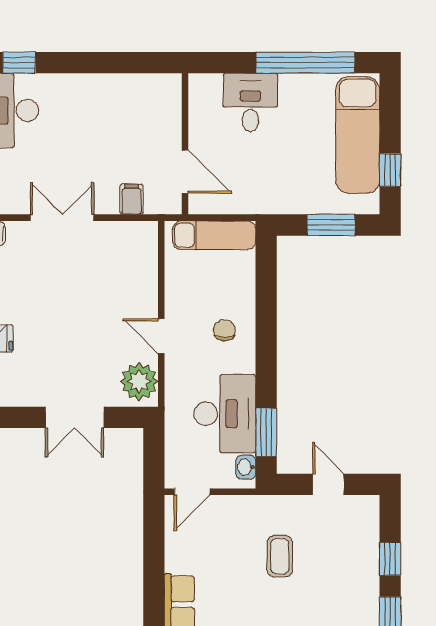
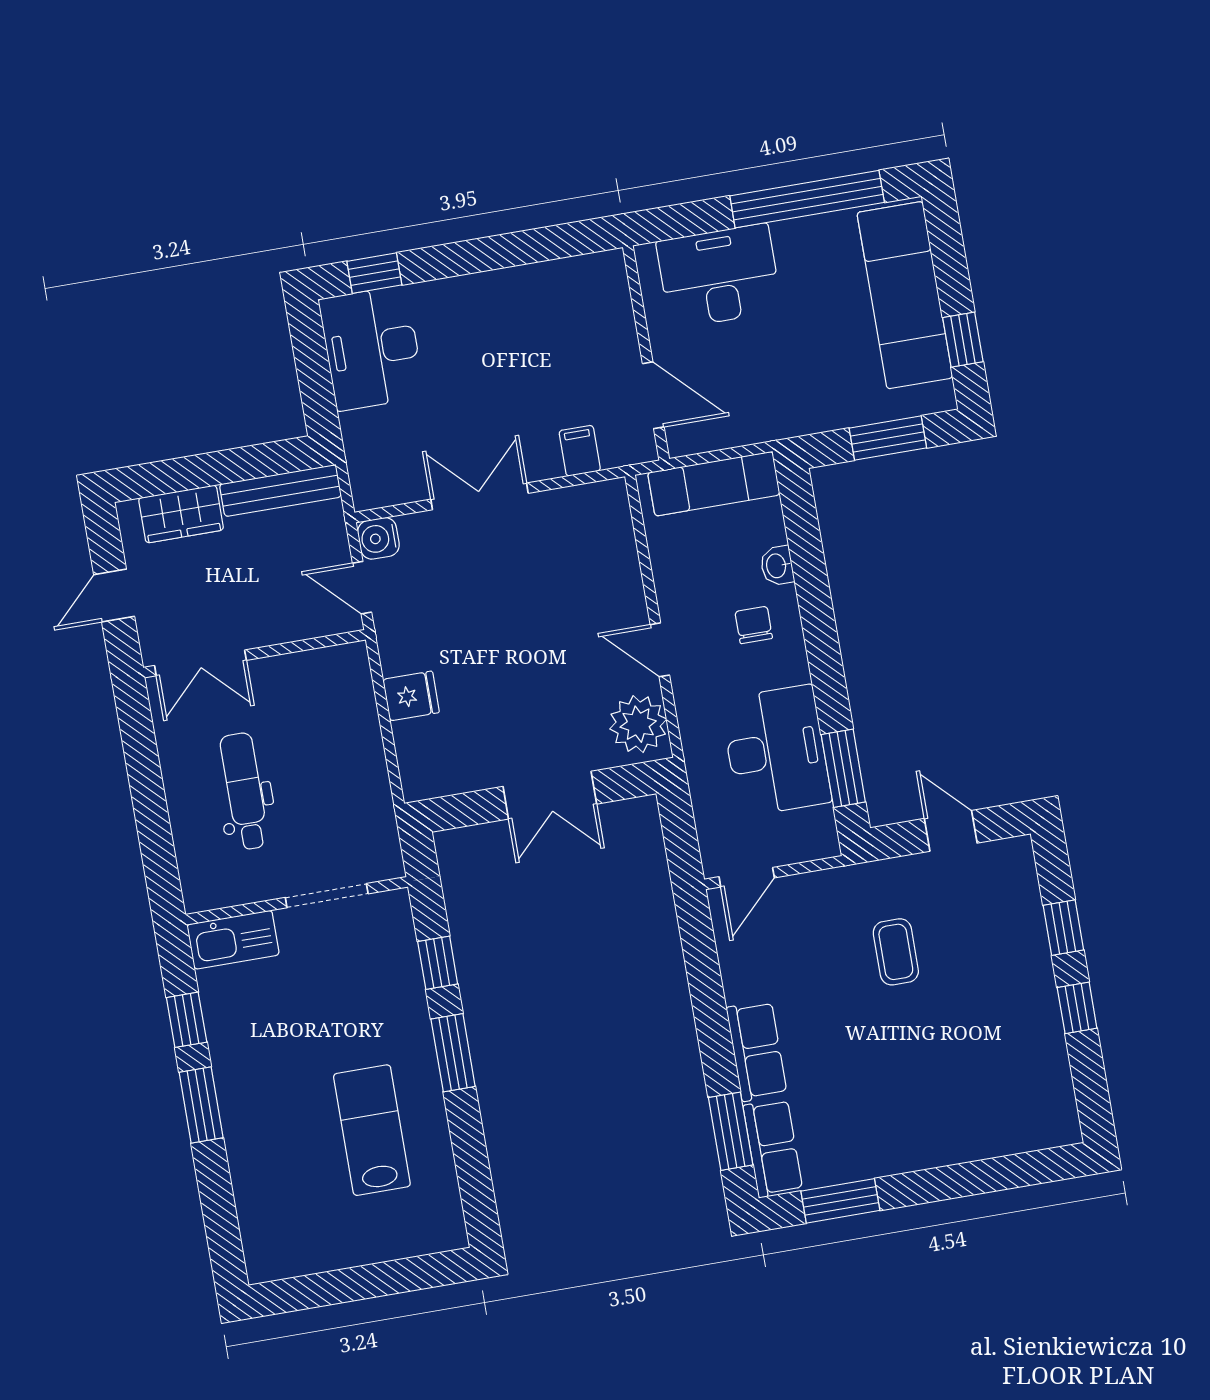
desk: (250, 102) -> (719, 276), width x1.37
washbasin: (246, 467) -> (777, 566), moved

